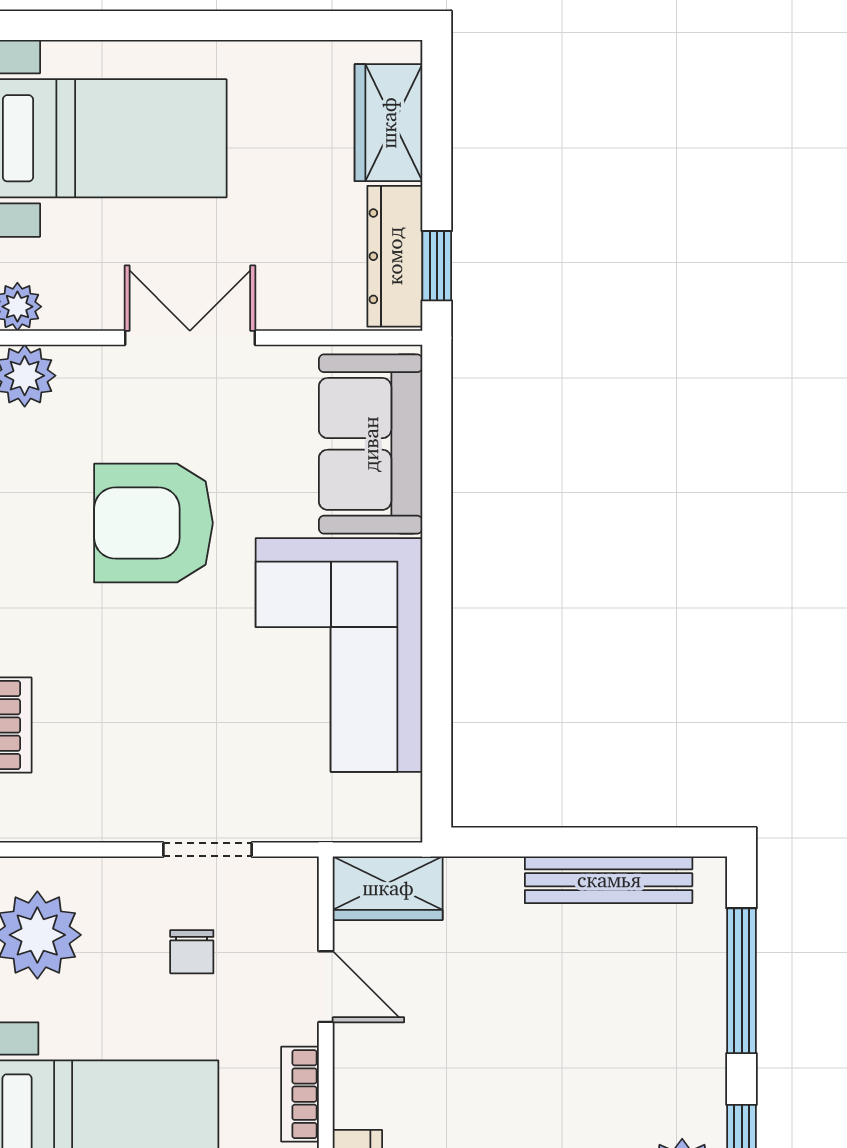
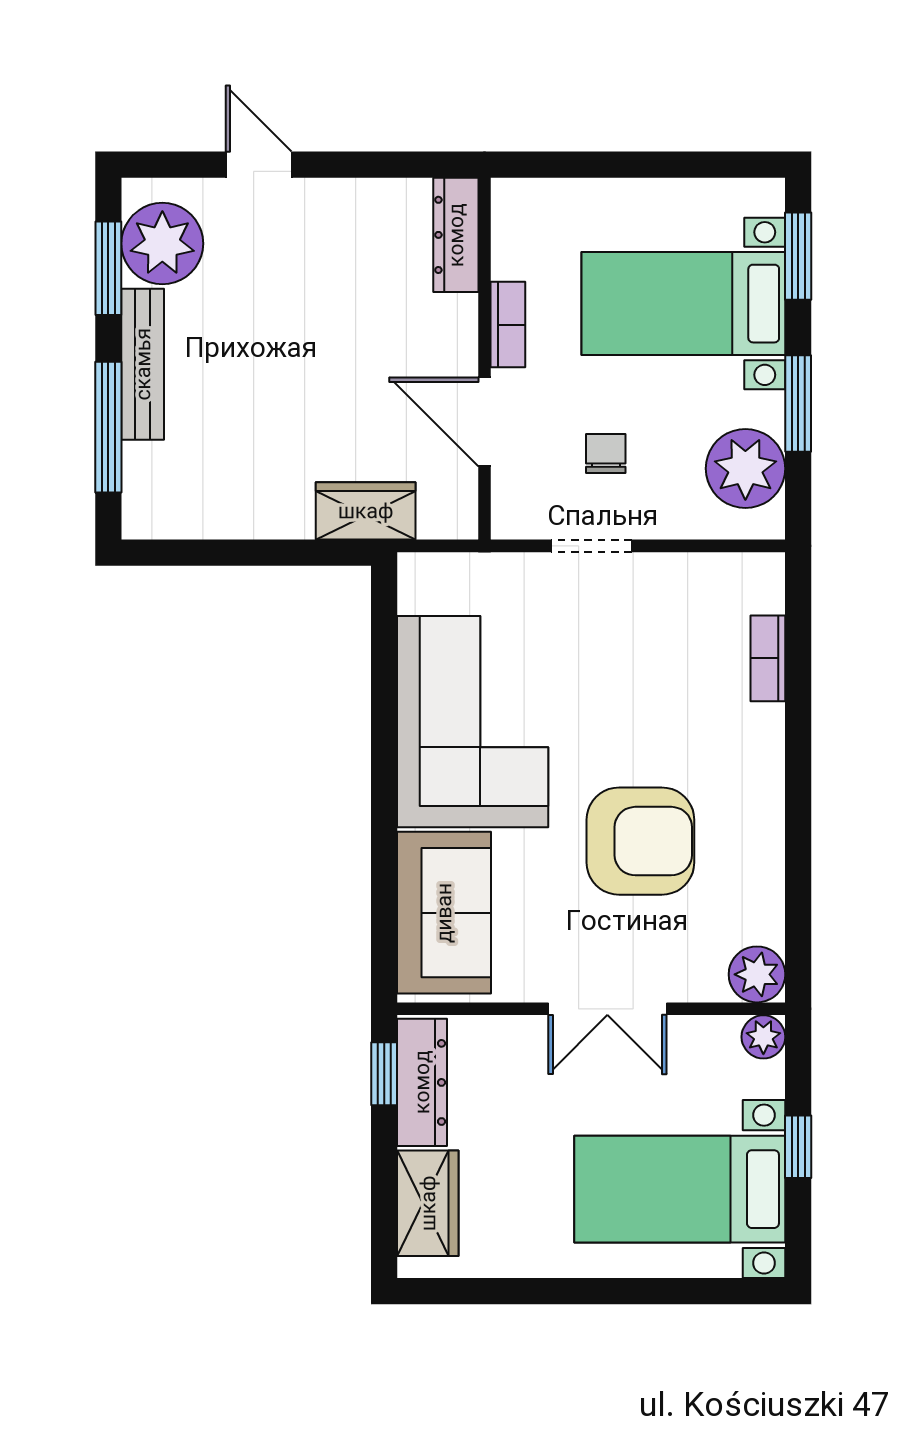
bench: (609, 880) -> (143, 364), moved, turned 90
wardrobe: (388, 888) -> (366, 511), moved
door: (326, 987) -> (484, 422), width x1.38

